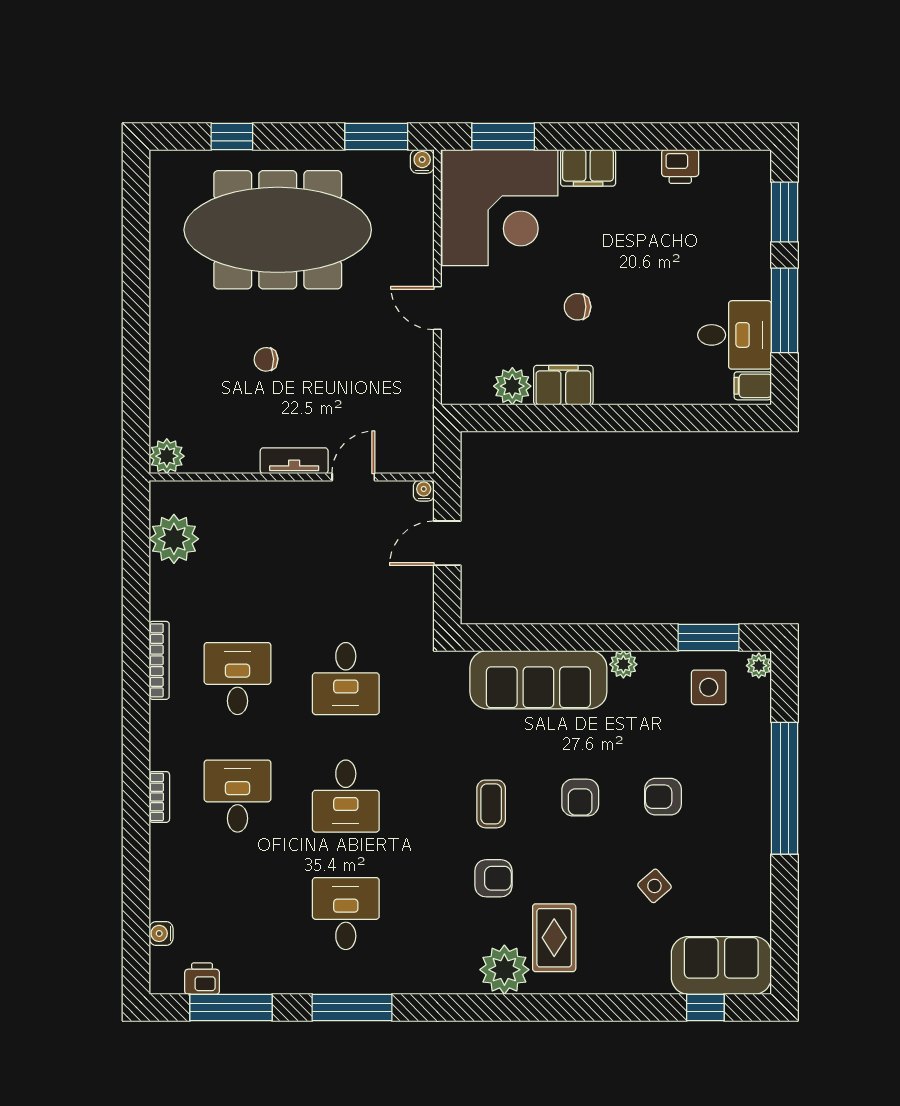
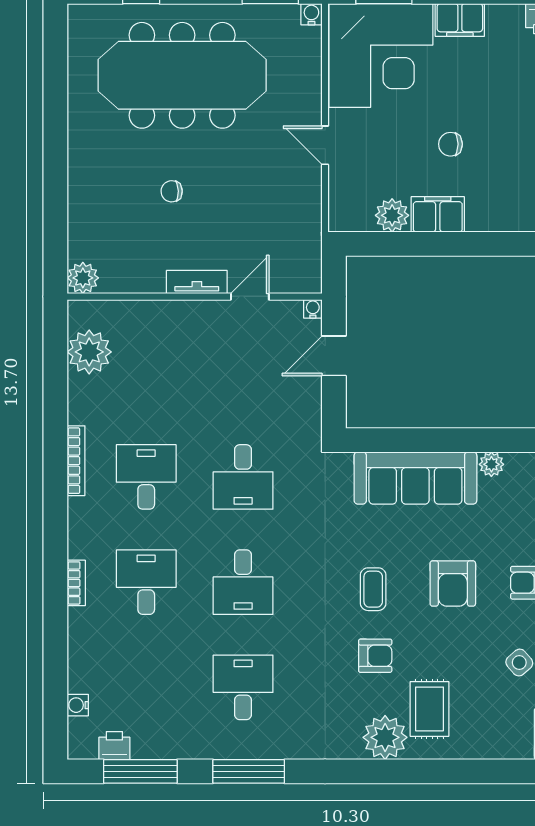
armchair: (580, 798) -> (453, 583), width x1.38, depth x1.38

